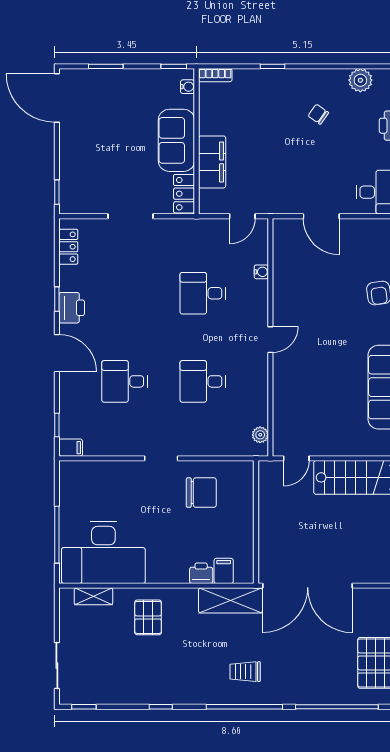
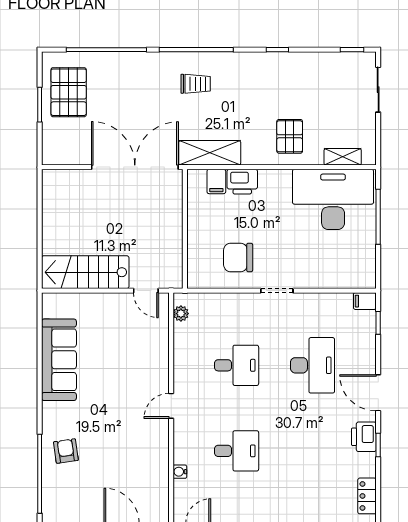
desk: (125, 381) -> (313, 365), width x1.37
door: (296, 458) -> (146, 291), swing flipped
printer: (201, 573) -> (242, 182), width x1.36, depth x1.24

